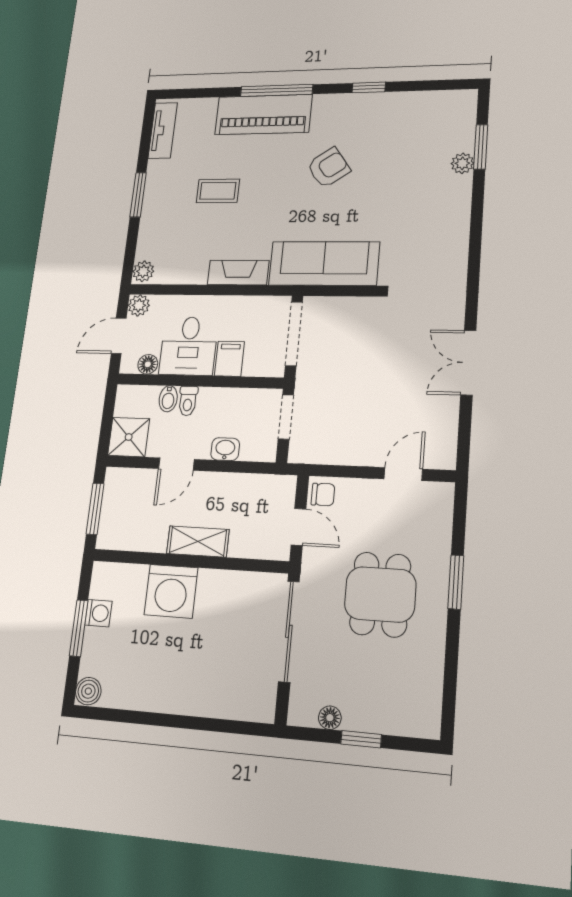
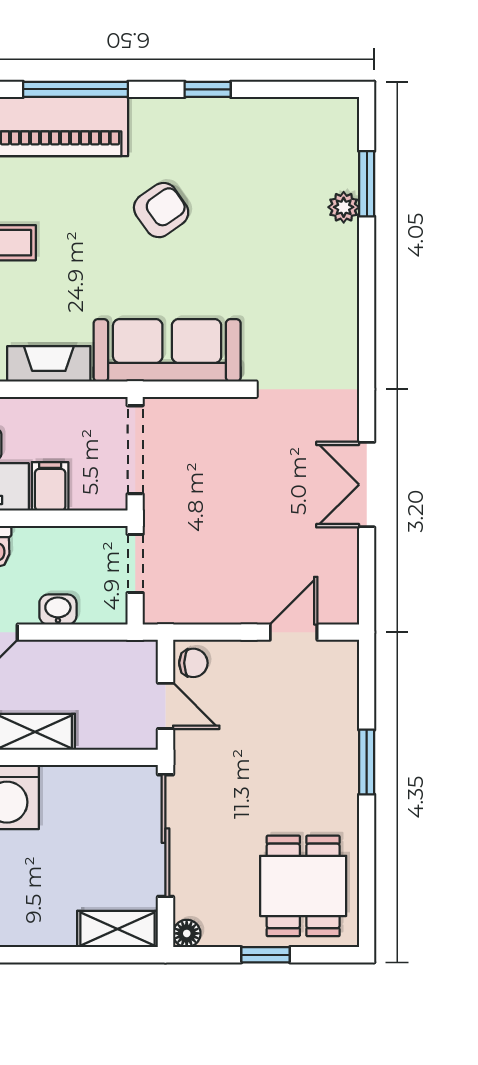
dining table: (380, 594) -> (303, 886), moved
shelving: (244, 706) -> (118, 929), added
floor lamp: (330, 718) -> (187, 933), moved

